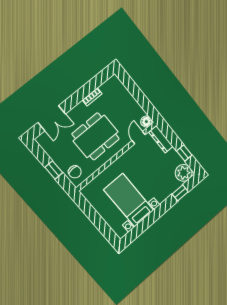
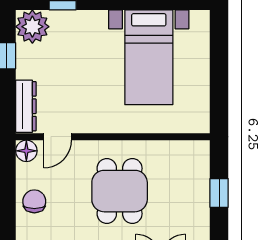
dining table: (96, 136) -> (120, 191), width x0.73
chair: (75, 172) -> (34, 201), moved

